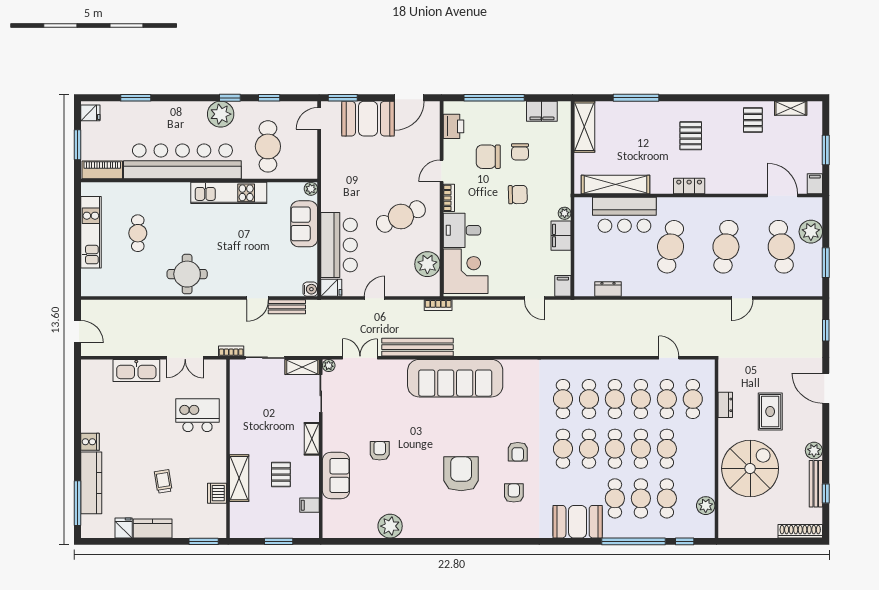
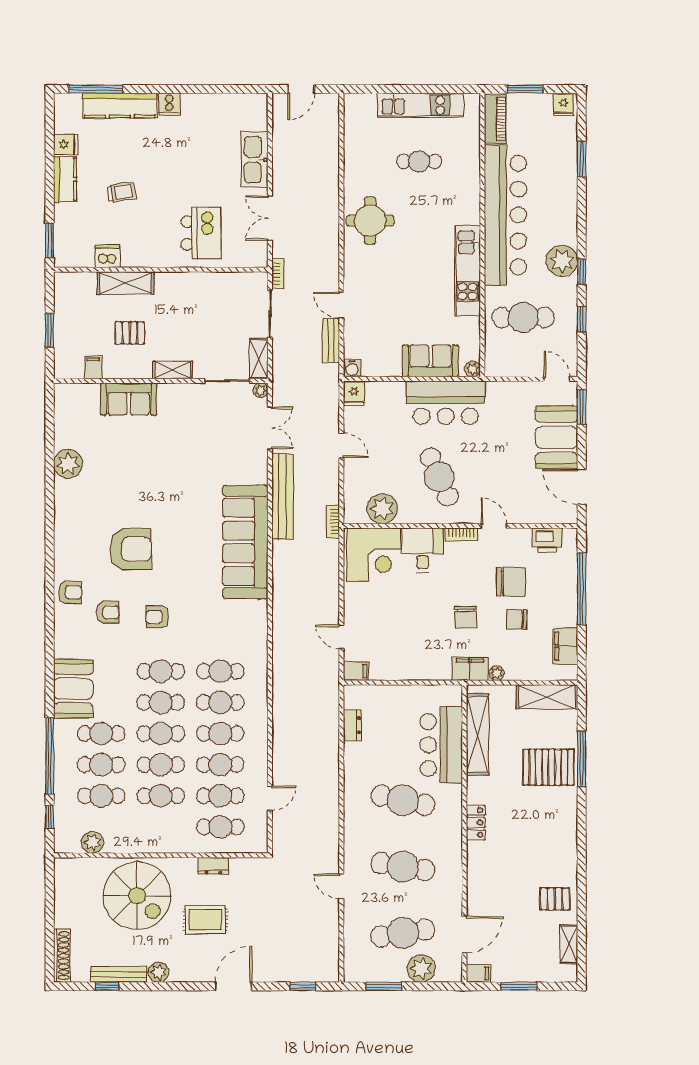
pallet: (691, 136) -> (548, 767), moved, width x1.50, depth x1.42
chair: (488, 157) -> (511, 582), turned 90
plant: (565, 213) -> (497, 673), moved
filing cabinet: (561, 236) -> (470, 669), moved
bar counter: (339, 245) -> (446, 403), moved
door: (534, 298) -> (341, 637), hinge flipped
armchair: (380, 451) -> (70, 593), moved

